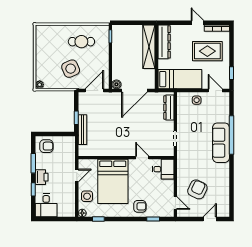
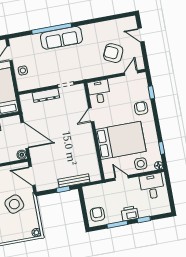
dresser: (169, 107) -> (46, 95), moved
desk: (46, 205) -> (152, 186), moved, turned -90

